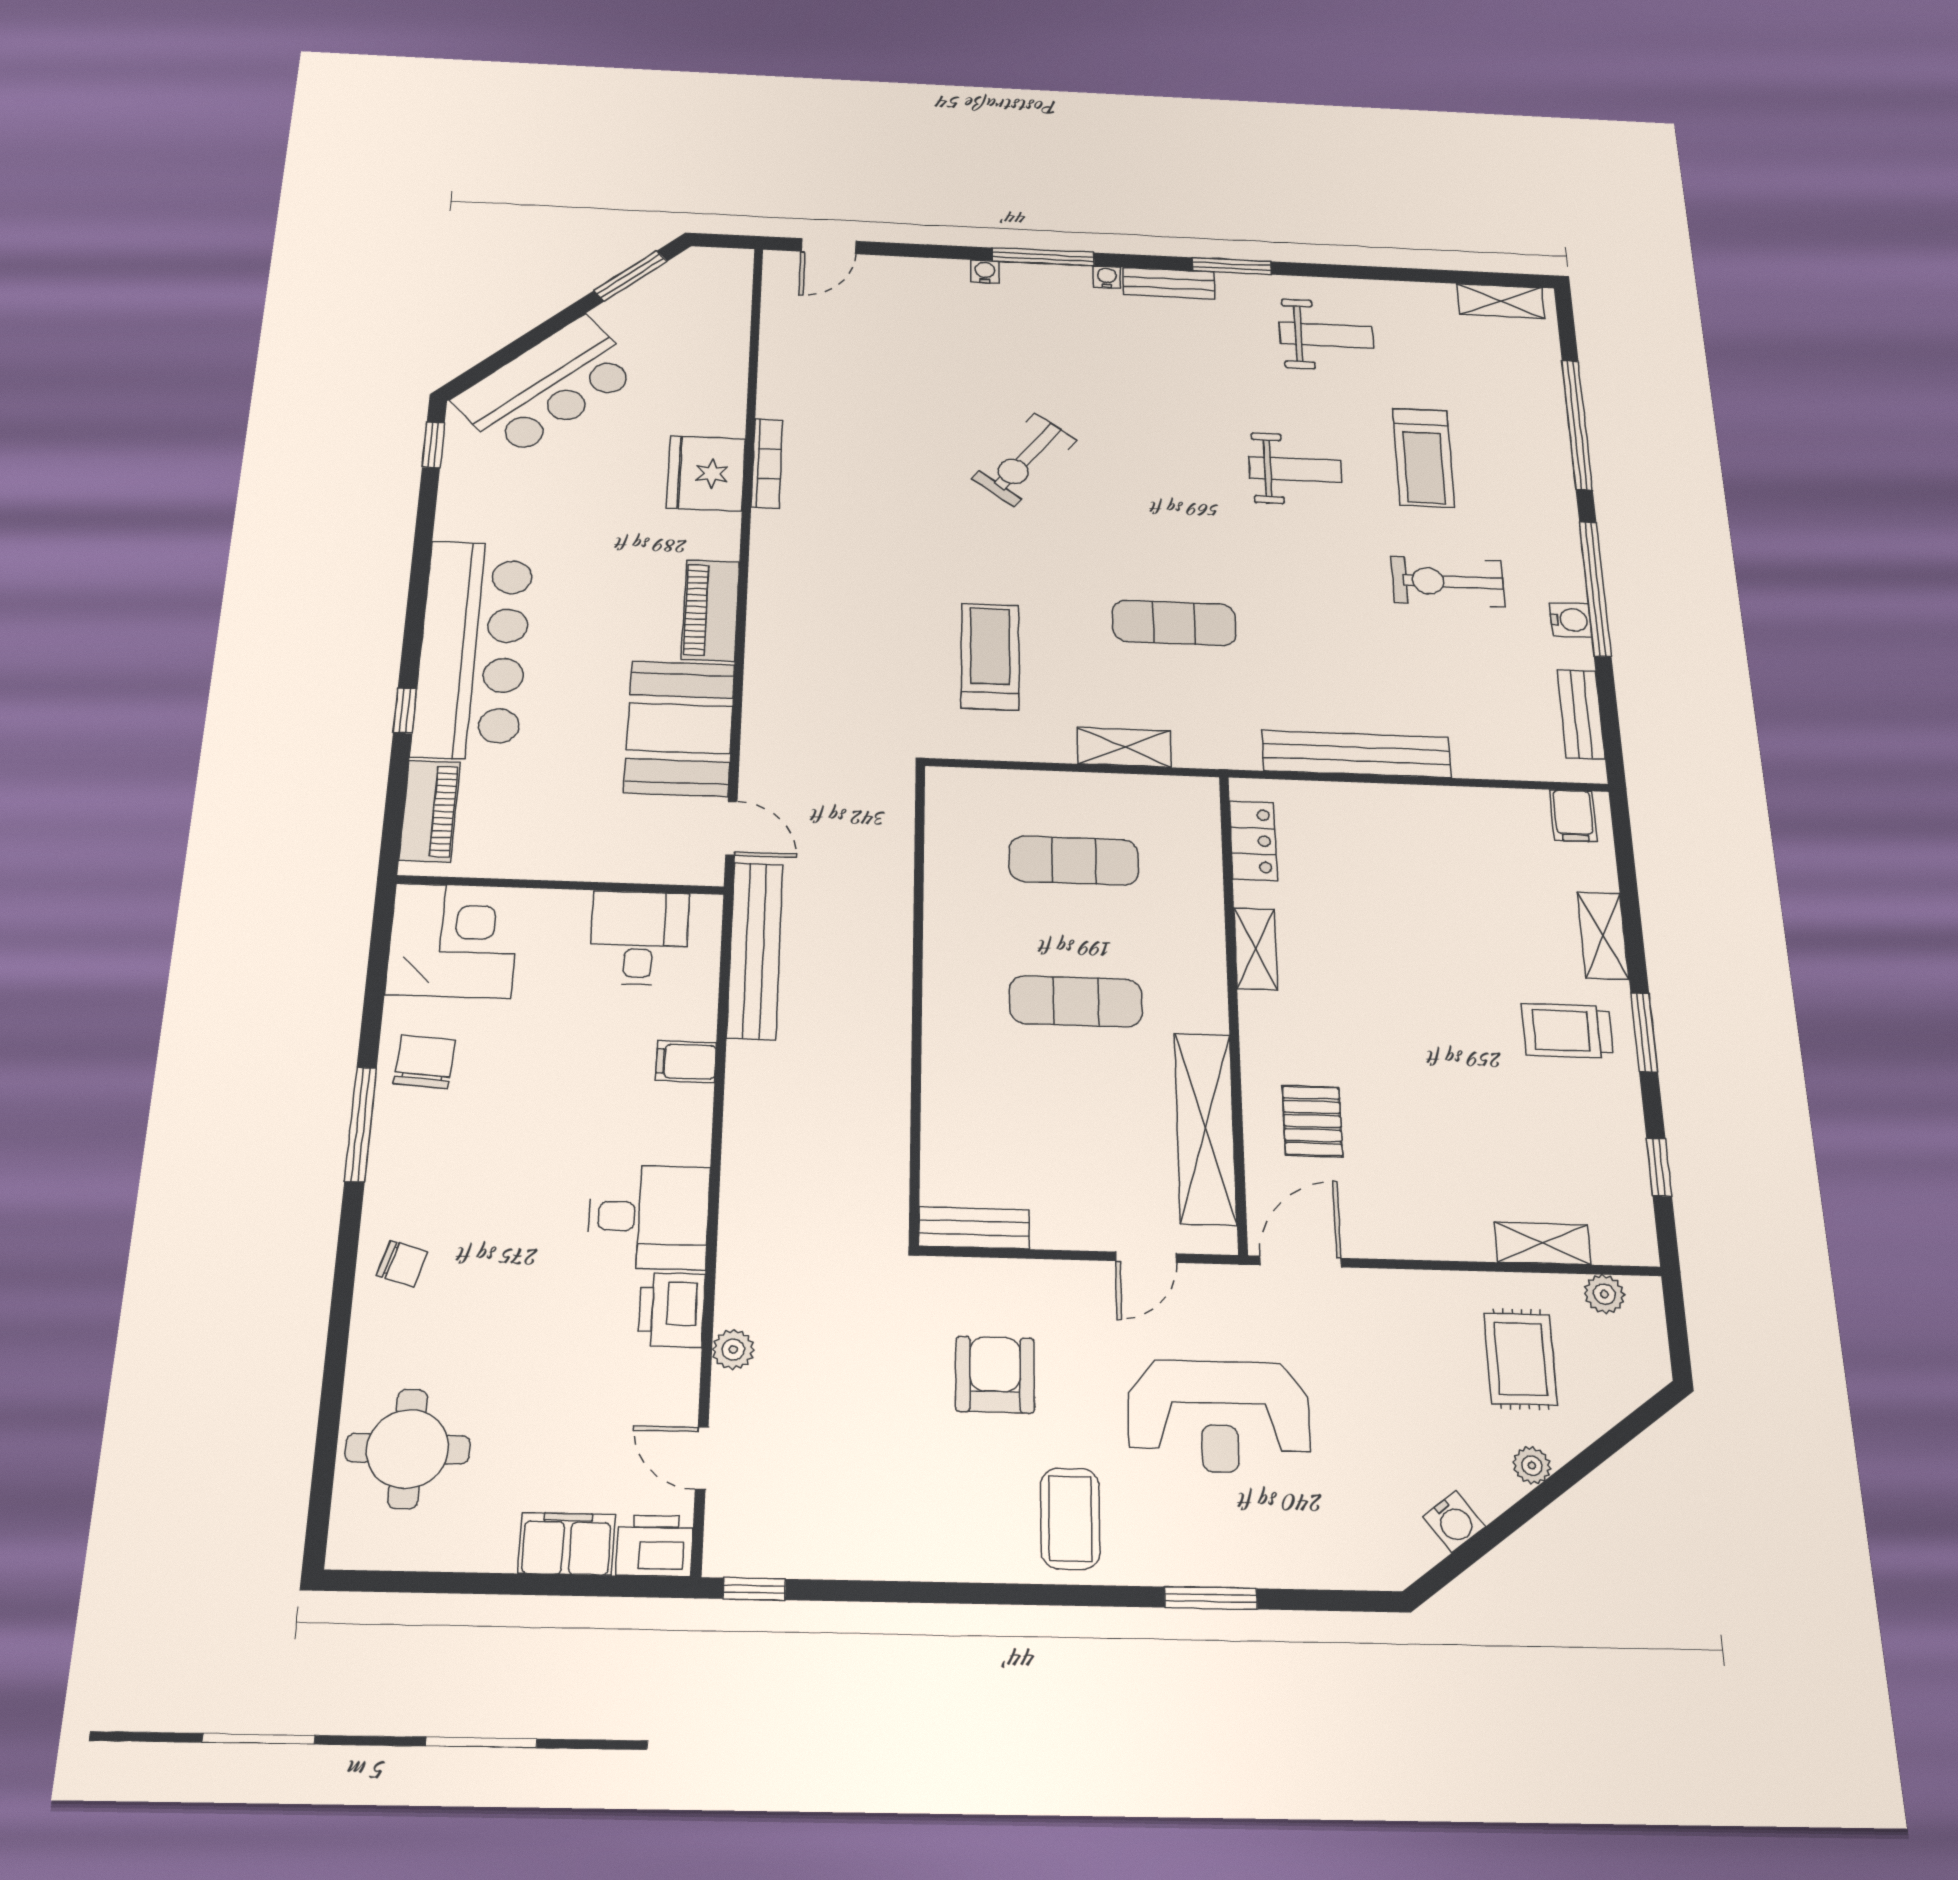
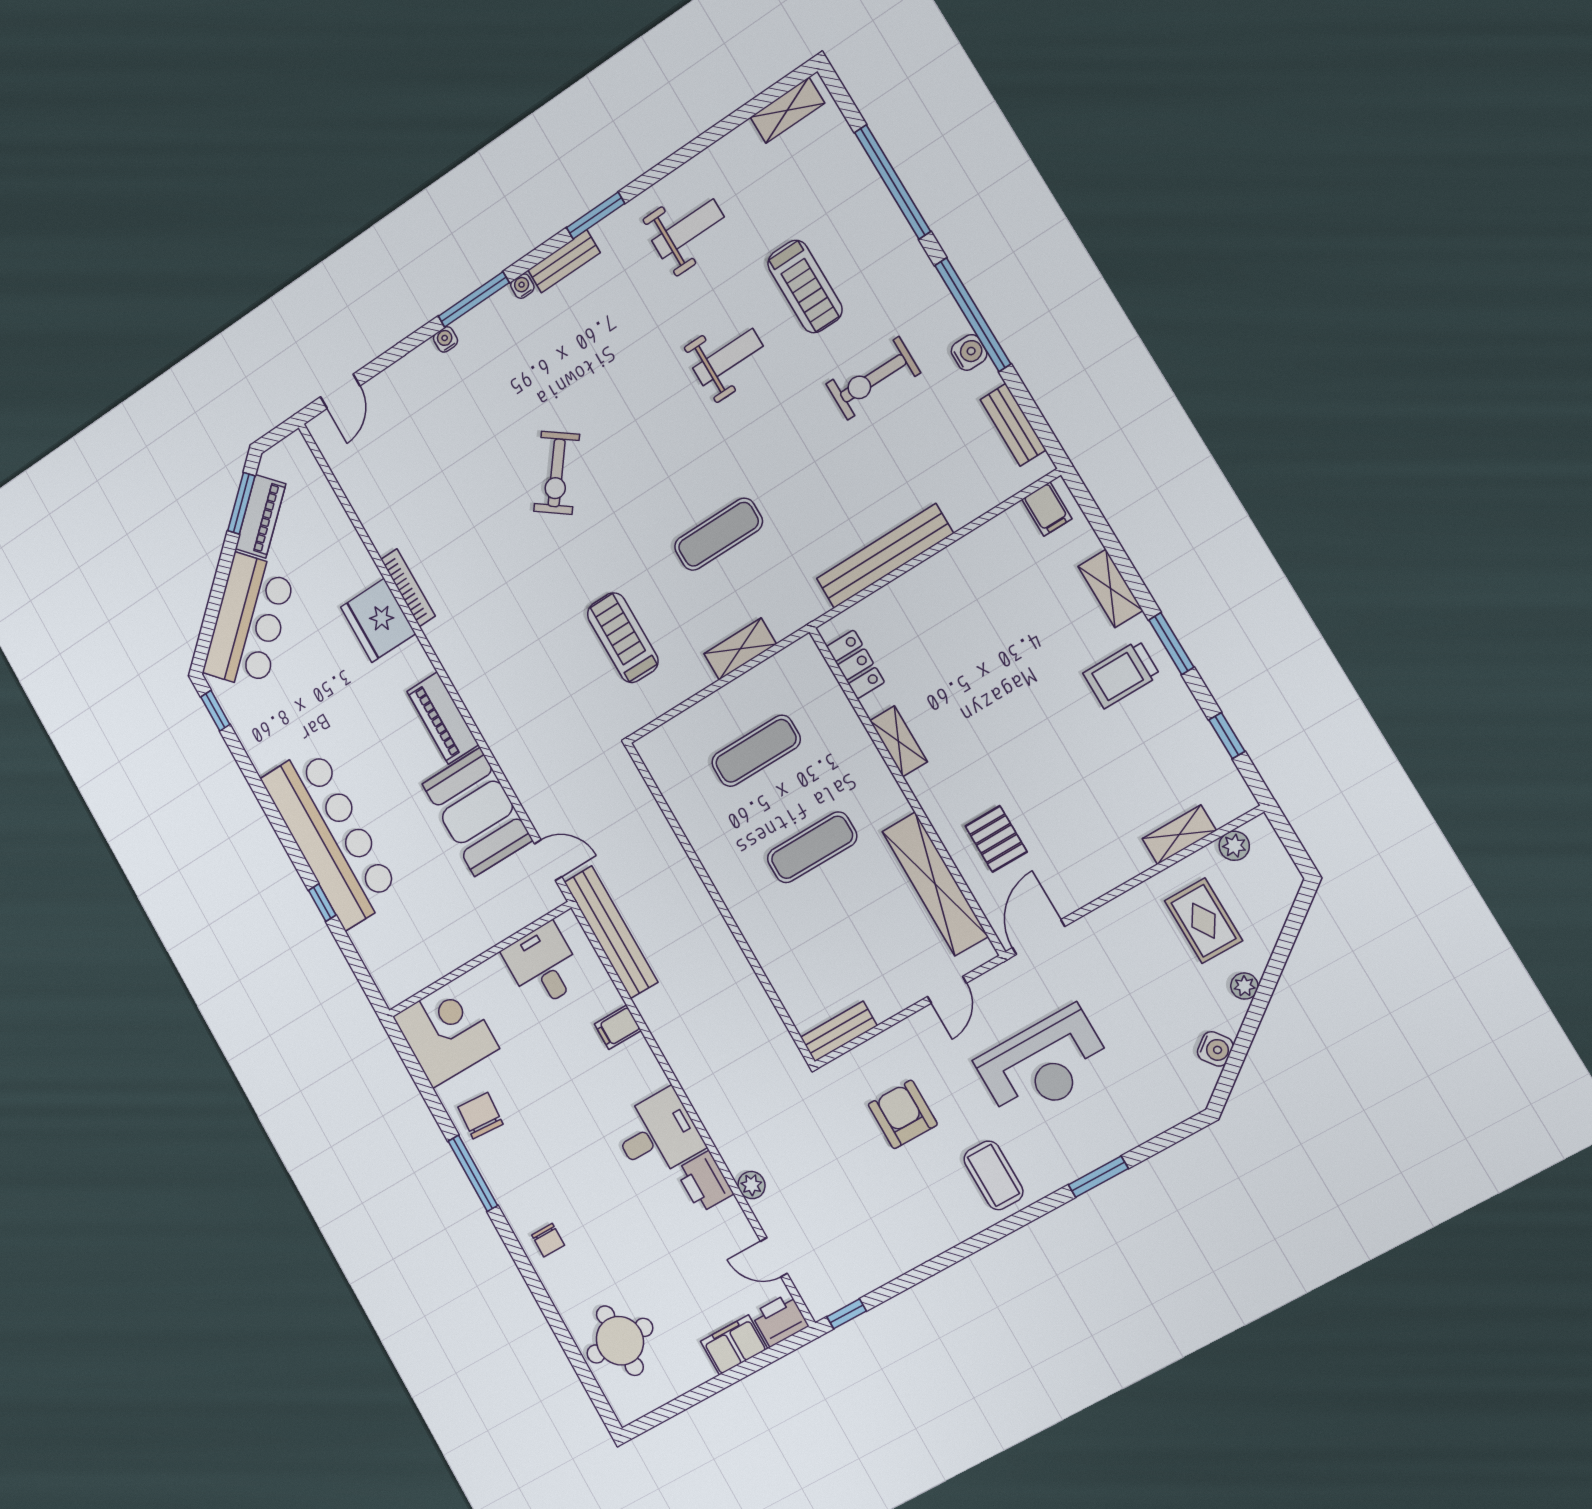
piano: (430, 811) -> (261, 516), moved, turned 48
chair: (402, 1264) -> (548, 1240), turned 74

